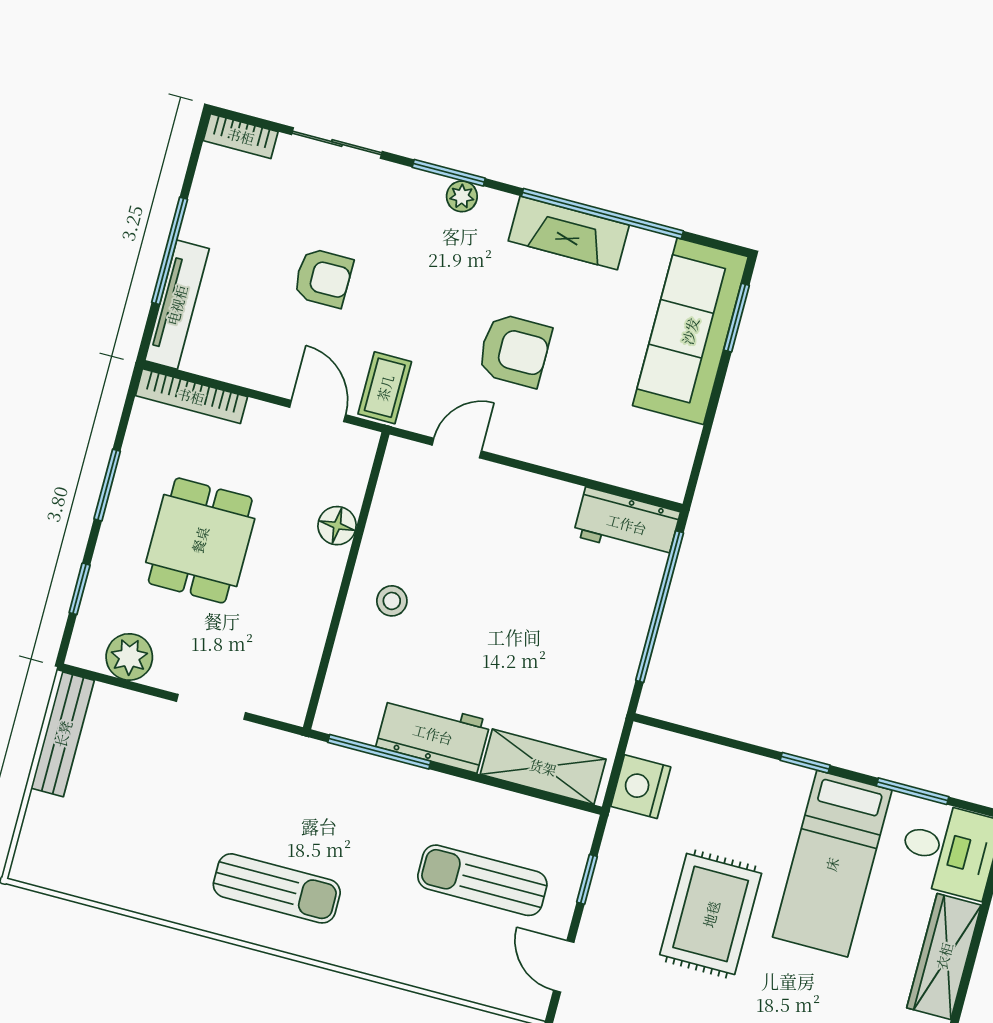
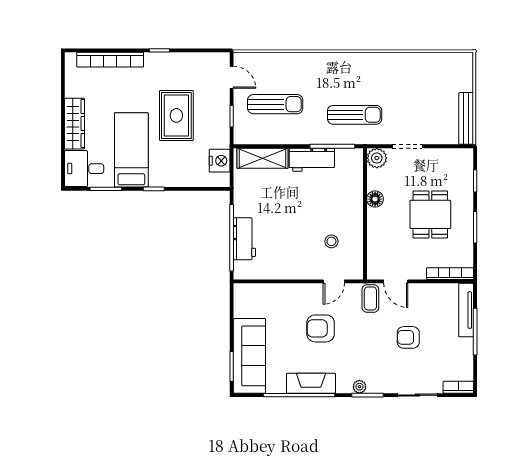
workbench: (627, 524) -> (244, 239), moved, turned 90
floor lamp: (337, 526) -> (375, 199), moved
stool: (392, 601) -> (331, 241), moved
plant: (129, 657) -> (377, 158), moved
sun lounger: (277, 888) -> (355, 115), moved, turned 180

